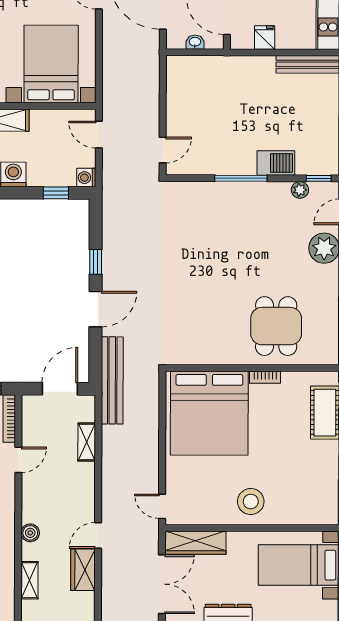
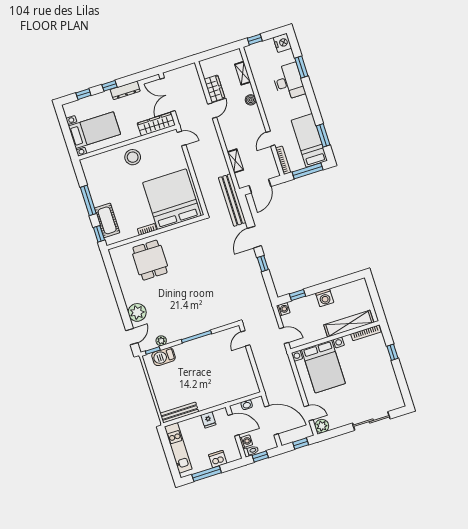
barbecue: (276, 163) -> (164, 357), moved

